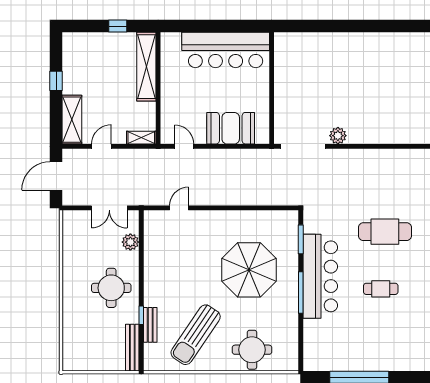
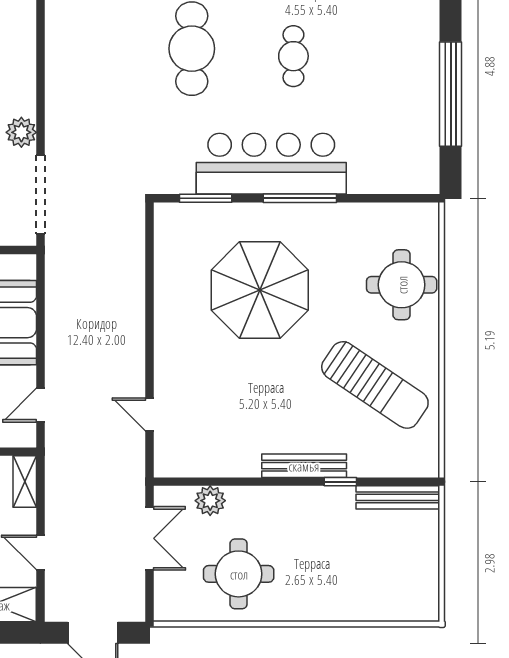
round table: (111, 288) -> (239, 574), moved
bench: (150, 325) -> (304, 466), moved, width x1.36

